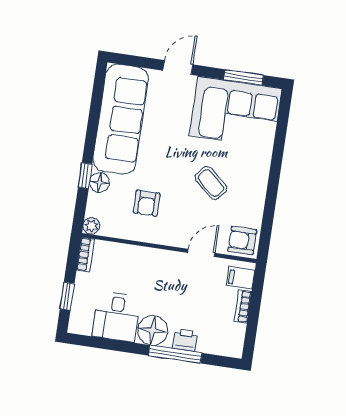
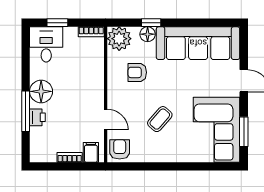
plant: (91, 226) -> (119, 39), width x1.87, depth x1.87
desk: (116, 317) -> (46, 44), moved, turned 90

